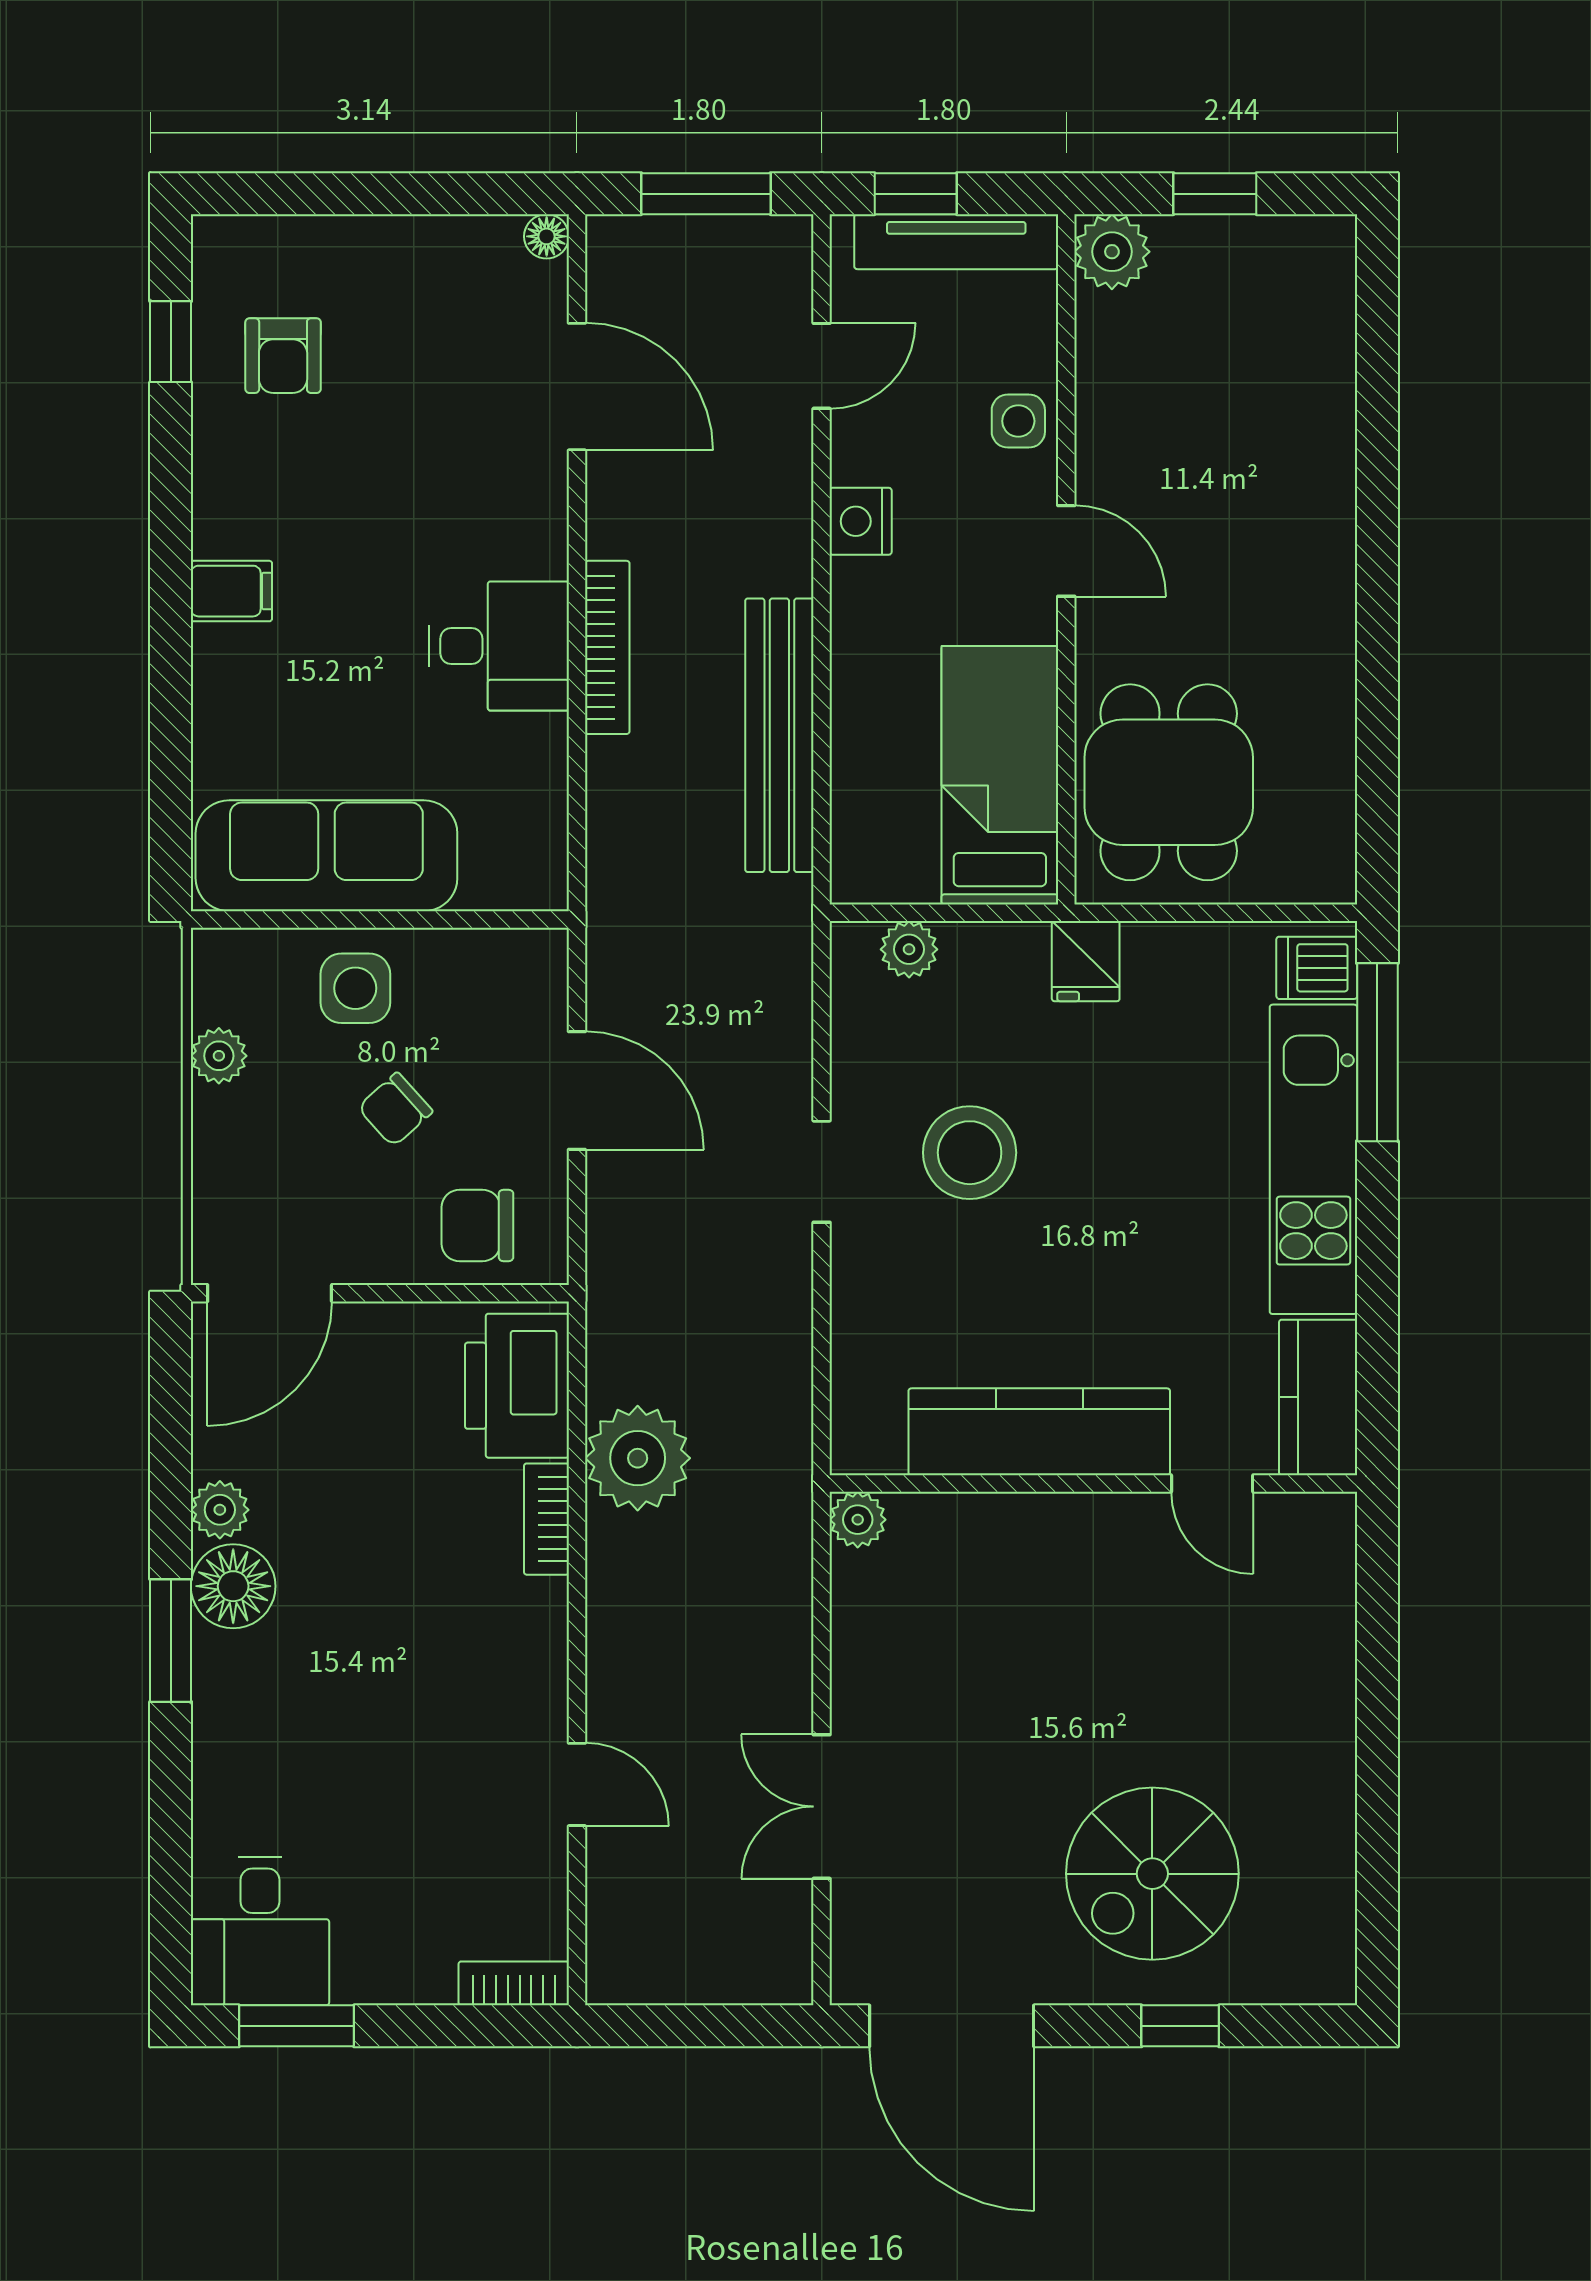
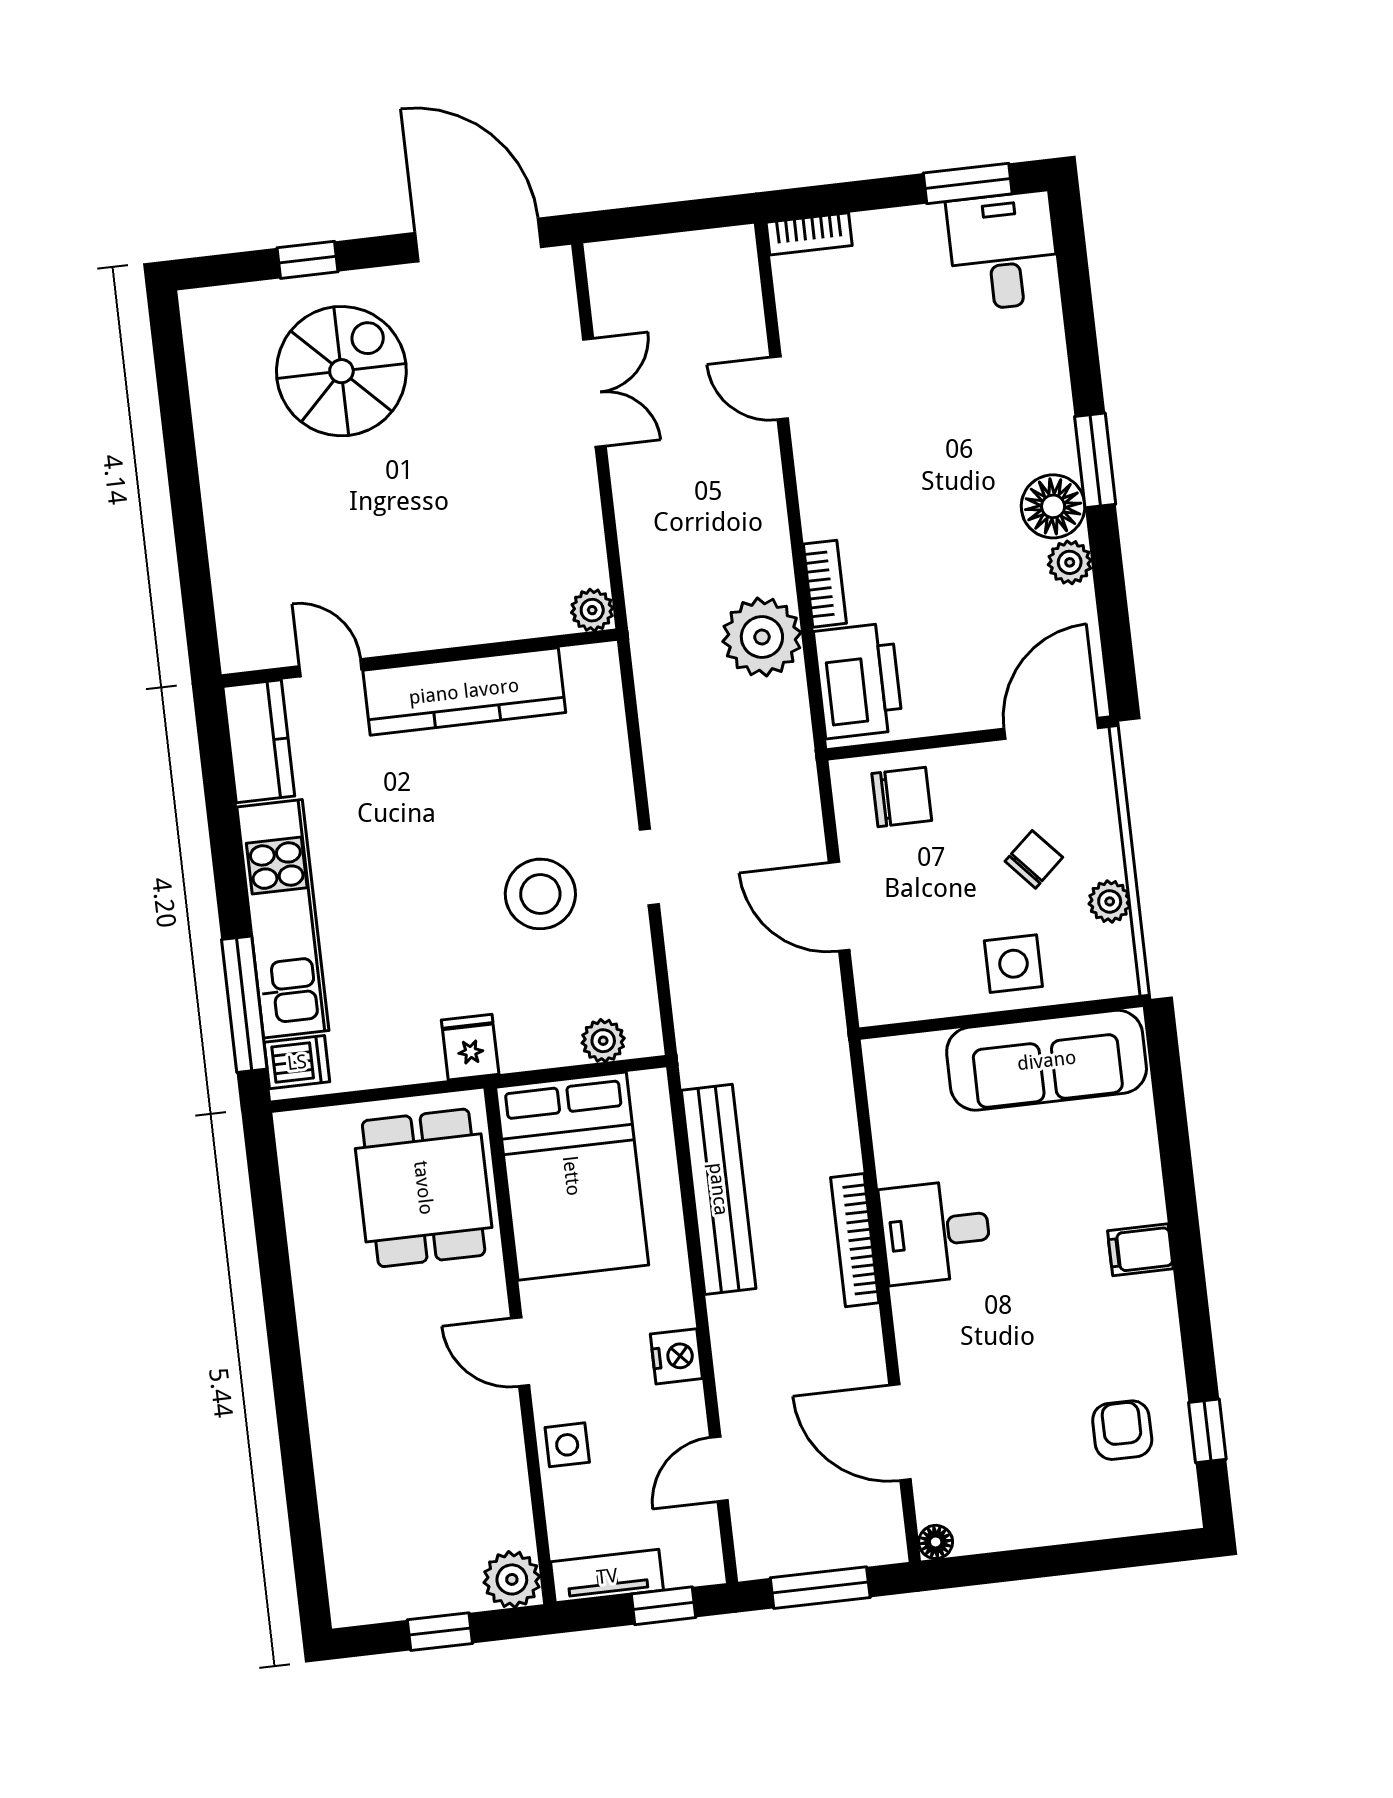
tv unit: (956, 242) -> (607, 1576), width x0.71
bed: (1000, 775) -> (572, 1176), width x1.50
chair: (395, 1109) -> (1034, 859), moved

